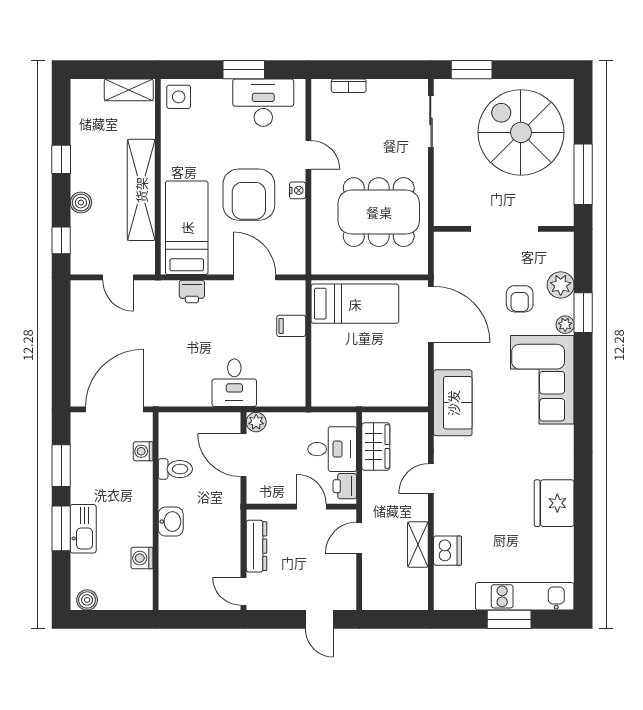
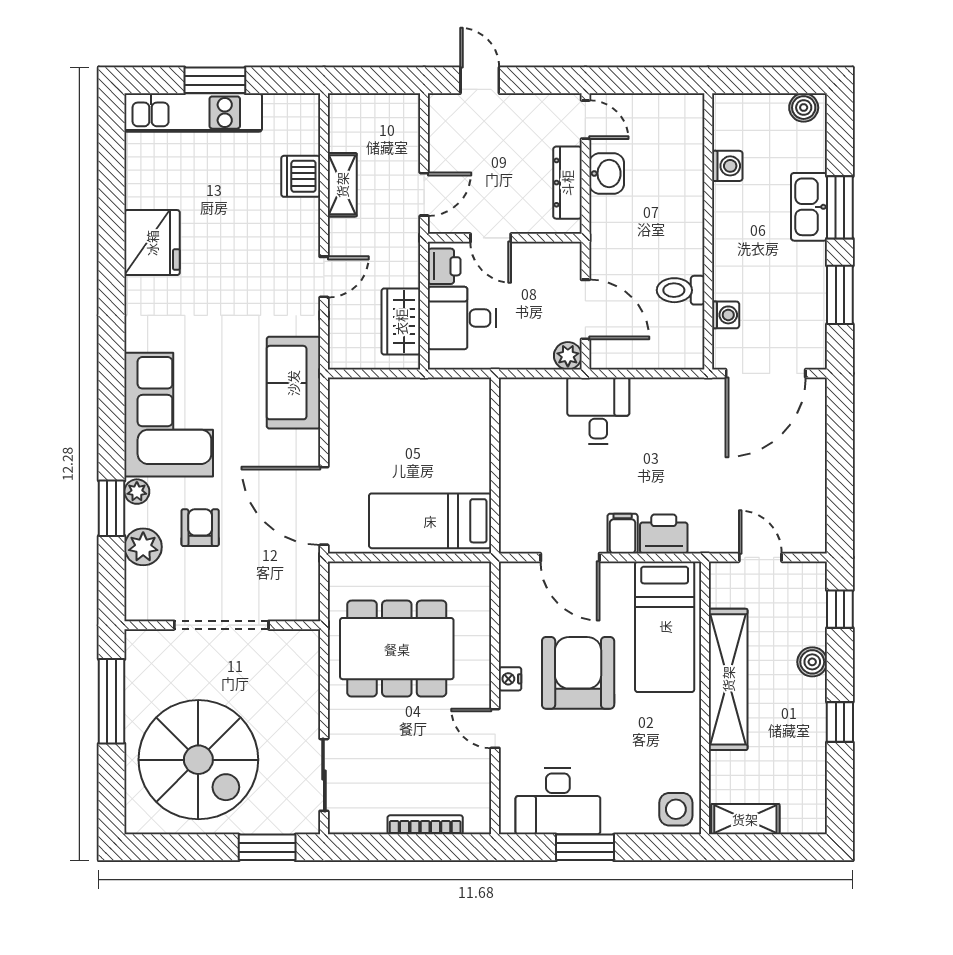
bookcase: (349, 86) -> (425, 825), width x1.56
printer: (192, 291) -> (664, 534), width x1.36, depth x1.24
filing cabinet: (291, 326) -> (623, 534), moved, turned -90
washbasin: (171, 522) -> (607, 173), moved, turned 180

